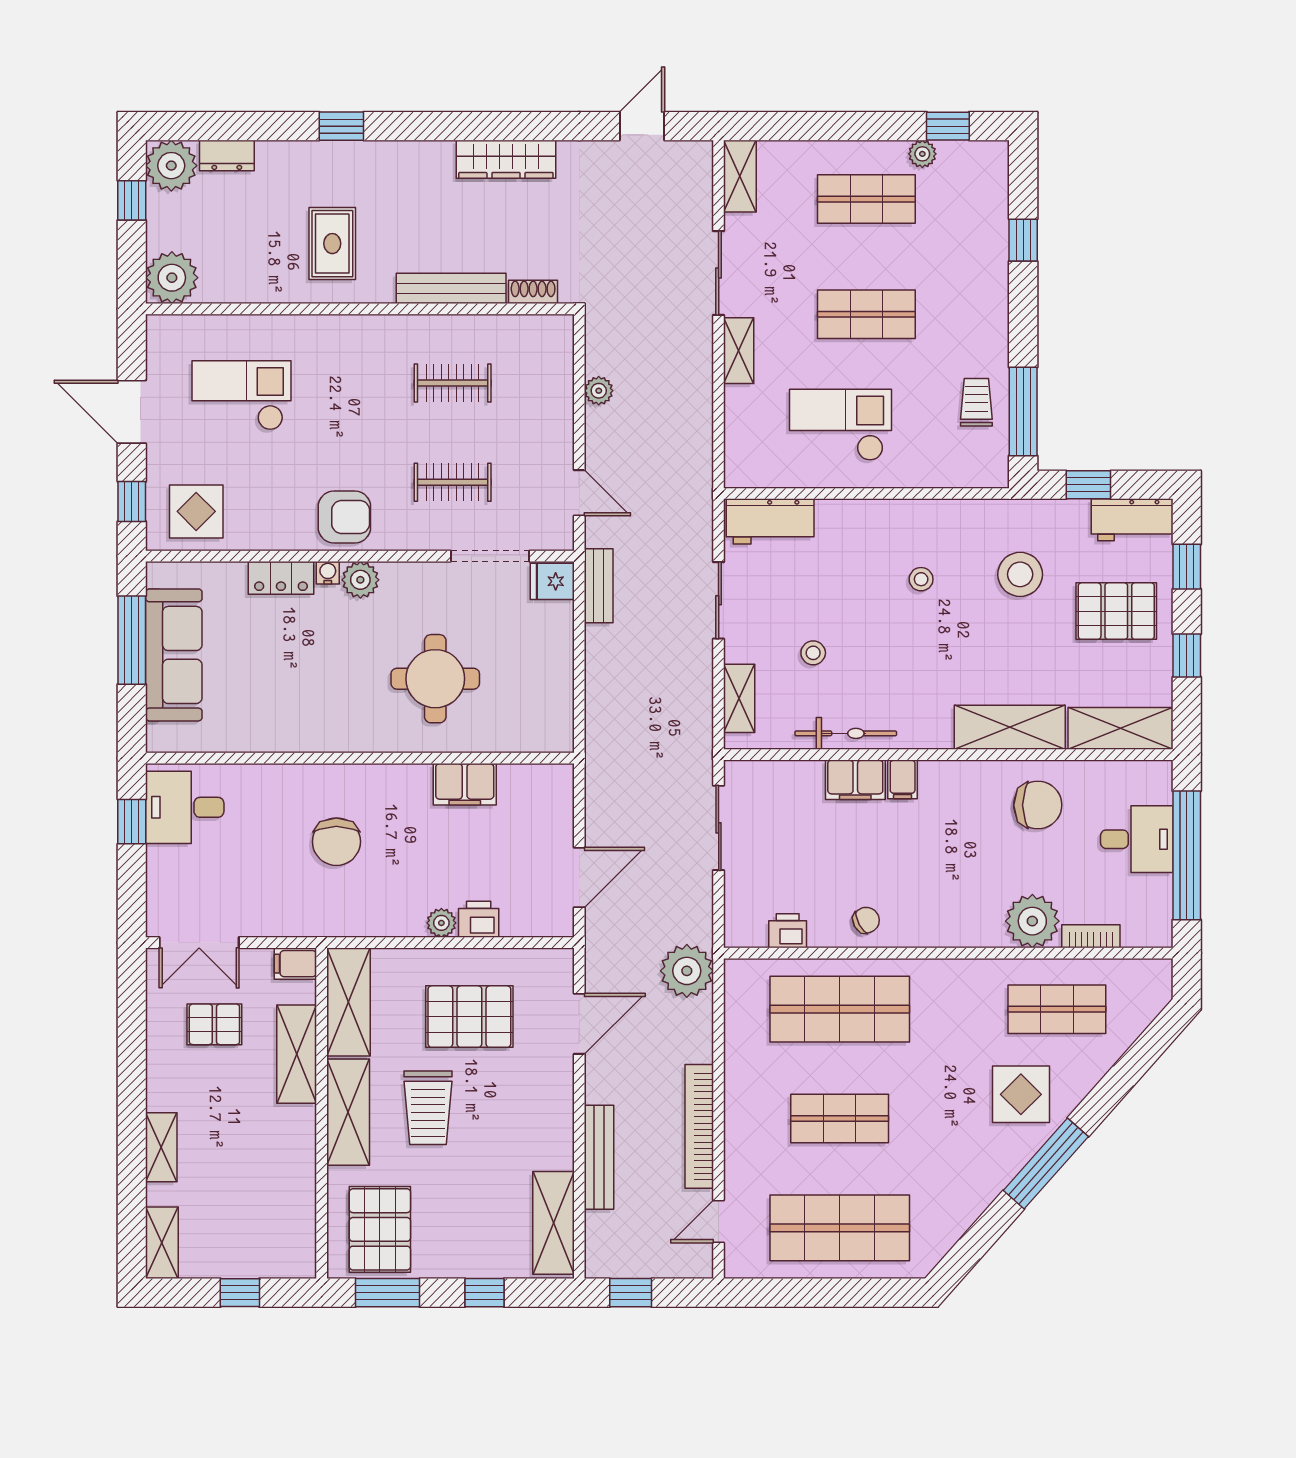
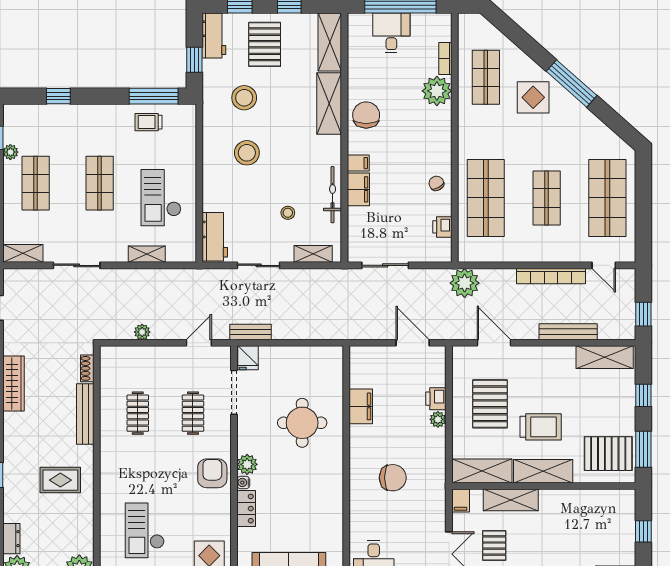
shelving: (739, 351) -> (147, 254), moved
stool: (921, 579) -> (247, 153), width x1.89, depth x1.89
chair: (1038, 805) -> (366, 115), moved

